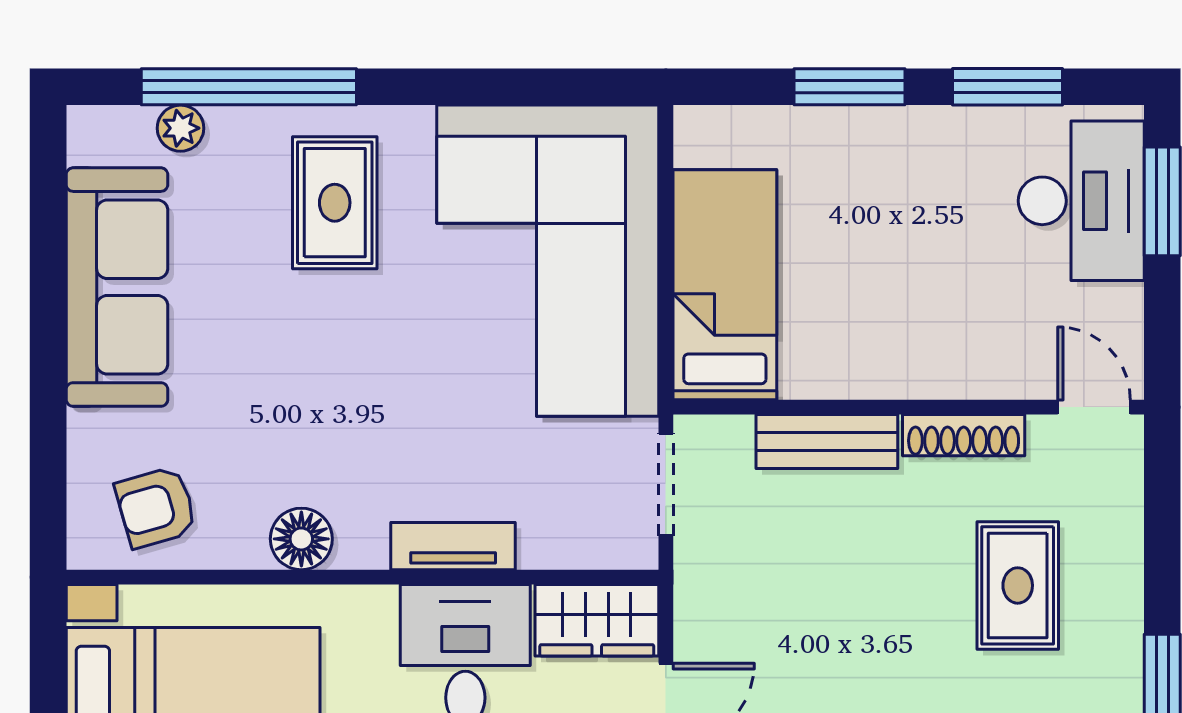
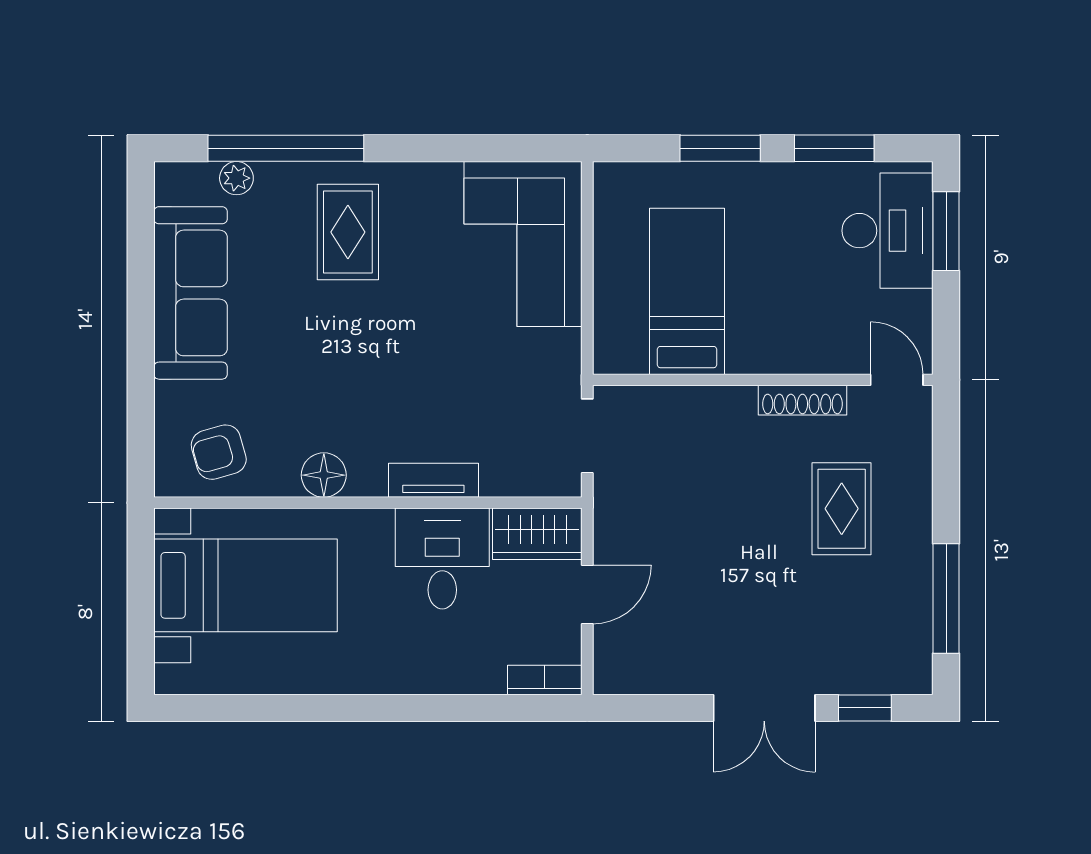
corner sofa: (548, 261) -> (523, 244), width x0.73, depth x0.74
bed: (725, 285) -> (687, 291), moved
bench: (827, 442) -> (704, 405), removed

